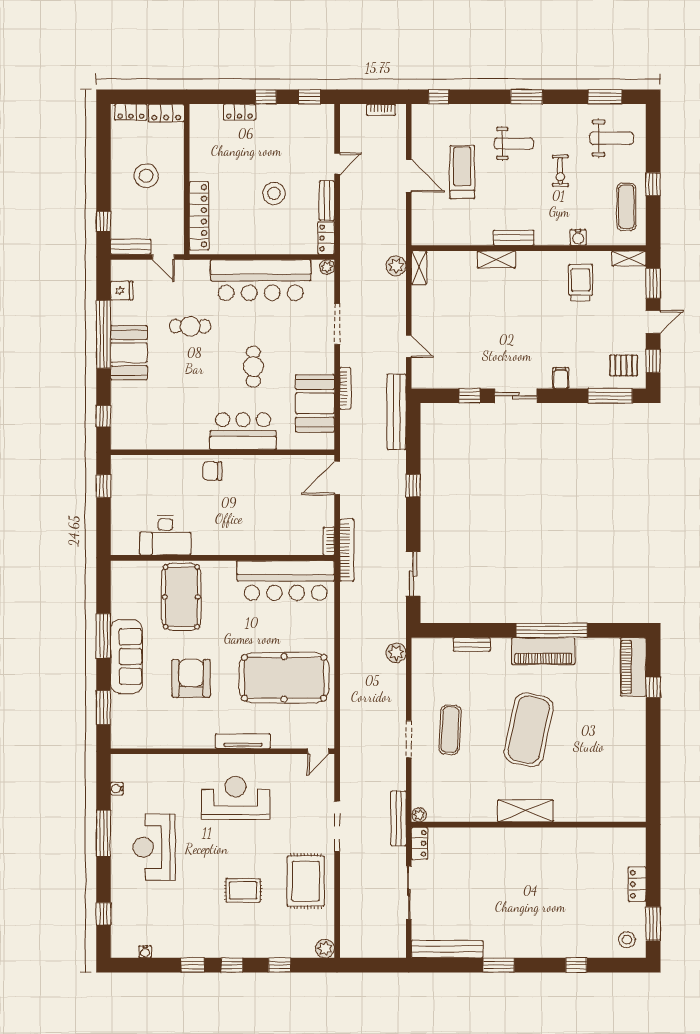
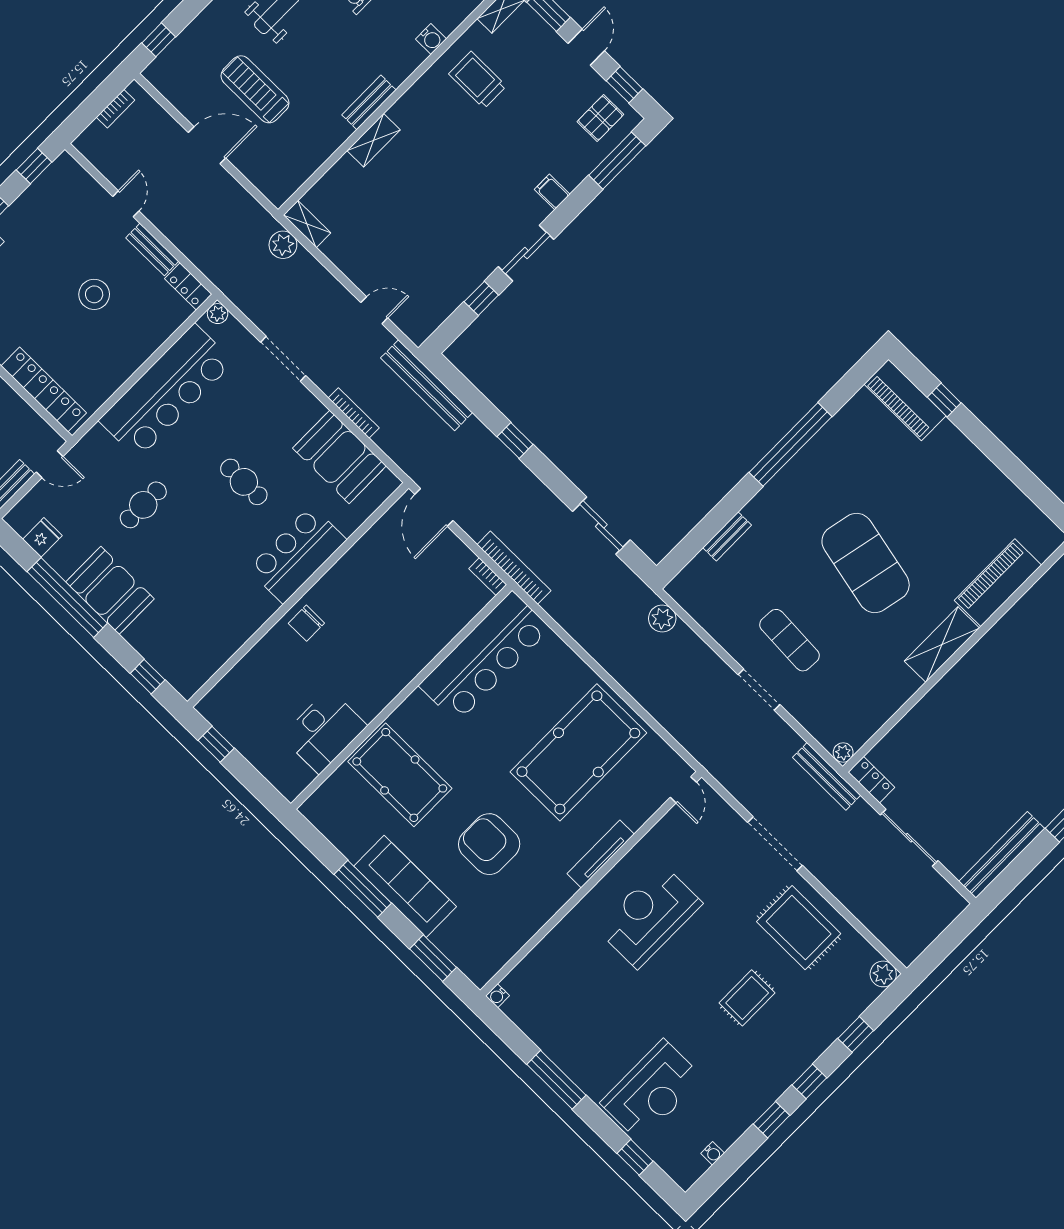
piano: (543, 651) -> (998, 583), moved, turned 180
water cooler: (117, 789) -> (498, 996), moved
reception desk: (154, 847) -> (652, 1090), moved, turned -90

